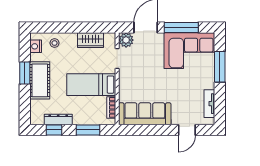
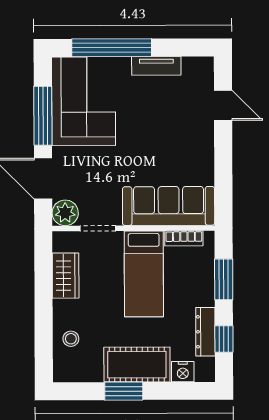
nightstand: (36, 46) -> (183, 372), moved
window: (220, 67) -> (112, 48), width x1.46
tv unit: (209, 104) -> (156, 66), moved
sofa: (145, 114) -> (169, 206), moved, turned 90

